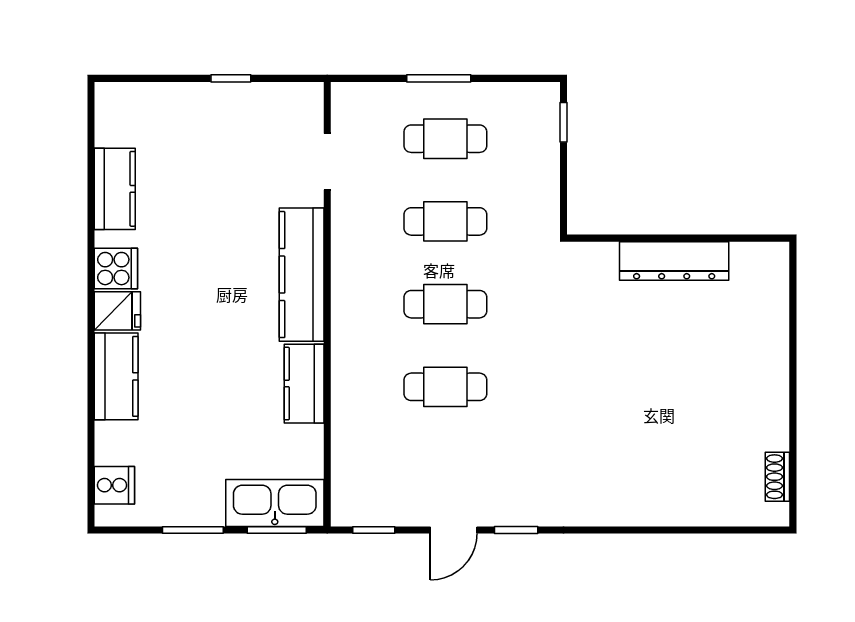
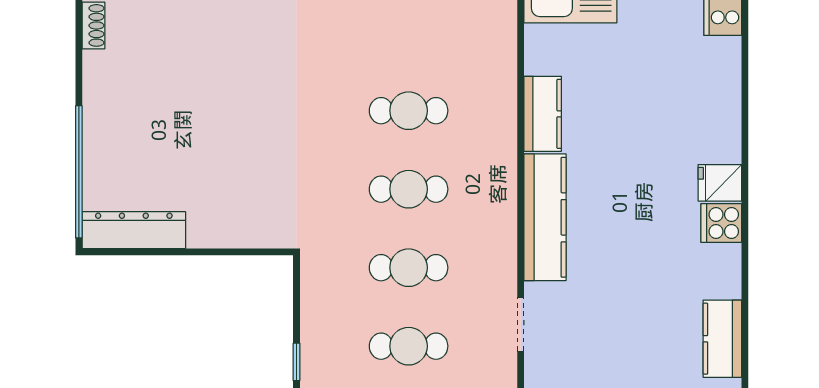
kitchen counter: (115, 189) -> (722, 339), moved
dresser: (674, 261) -> (134, 230), moved
window: (793, 322) -> (79, 172), added
kitchen counter: (116, 376) -> (721, 121), removed

